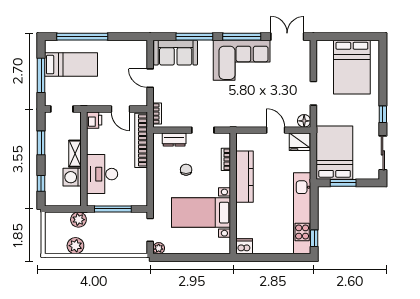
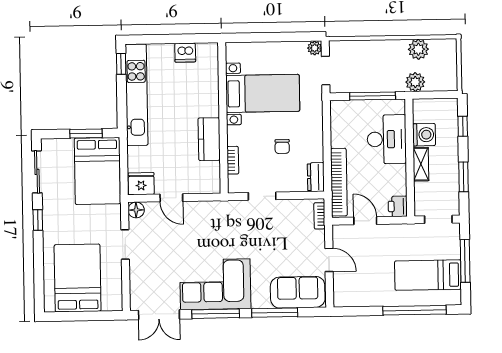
dresser: (174, 140) -> (316, 177), moved, turned -90
kitchen counter: (245, 177) -> (209, 139), width x0.67
dishwasher: (244, 246) -> (185, 53), moved

